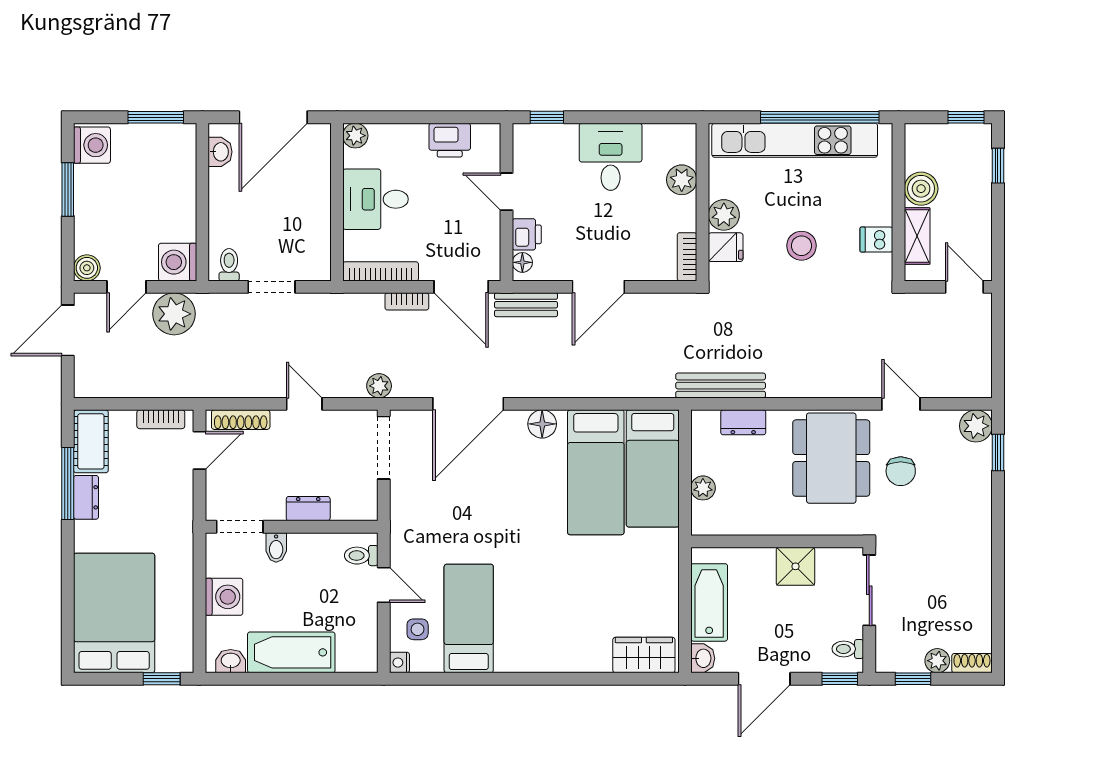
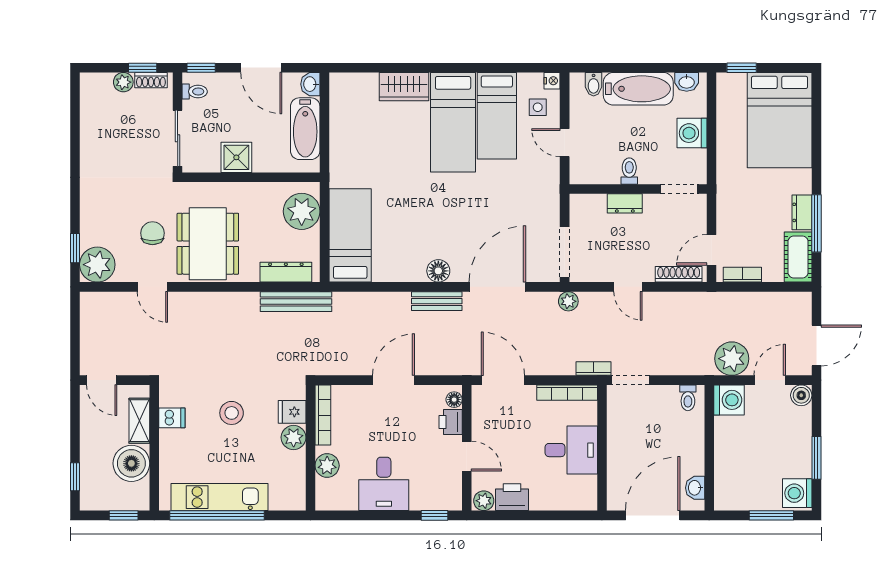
window: (156, 117) -> (771, 515), moved
window: (966, 117) -> (124, 515), moved
plant: (355, 136) -> (484, 501), moved
kitchen unit: (795, 140) -> (219, 497), width x0.73
boiler: (921, 189) -> (131, 463), width x1.37, depth x1.37
bookcase: (687, 257) -> (323, 415), width x1.56
doorway: (272, 287) -> (631, 380), moved
bookcase: (407, 301) -> (593, 369), moved
bench: (526, 305) -> (437, 301), moved
dresser: (743, 422) -> (286, 272), width x1.44
plant: (976, 426) -> (97, 265), width x1.36, depth x1.36
bed: (596, 472) -> (453, 122), moved, turned 180
plant: (703, 488) -> (302, 211), width x1.88, depth x1.88
bidet: (276, 547) -> (594, 84), moved, turned 180
toilet: (361, 556) -> (629, 171), moved, turned -90
wardrobe: (644, 655) -> (404, 87), moved
shoe rack: (972, 663) -> (151, 80), moved
door: (764, 679) -> (261, 68), swing flipped

